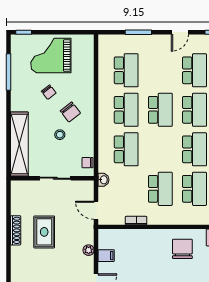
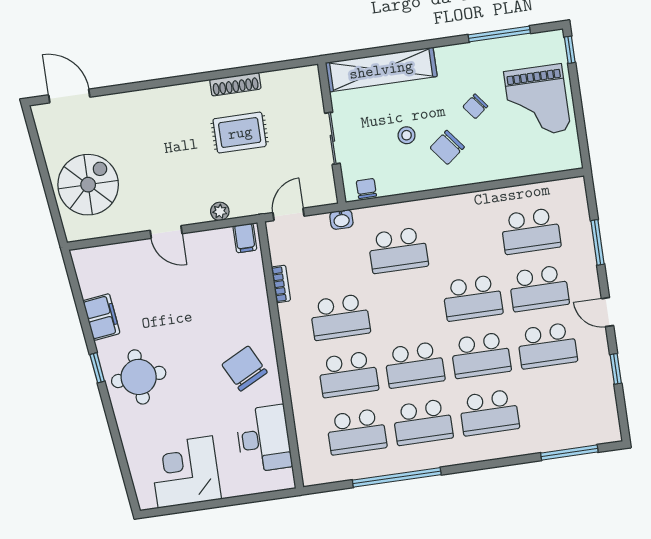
grand piano: (51, 56) -> (537, 101), turned 180
school desk: (126, 110) -> (539, 288), moved
chair: (182, 249) -> (245, 369), turned -117
filing cabinet: (106, 256) -> (245, 238), moved

